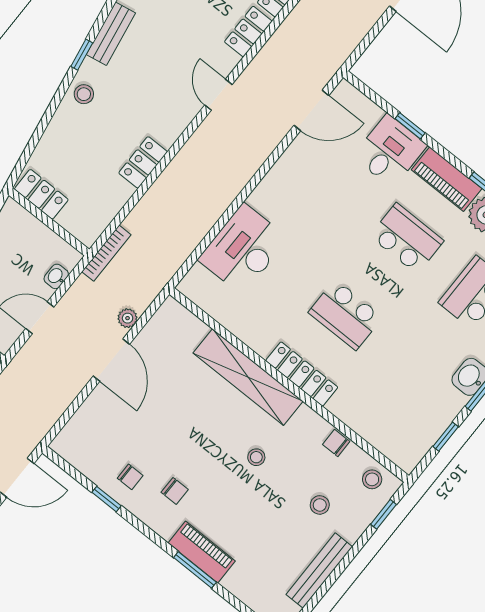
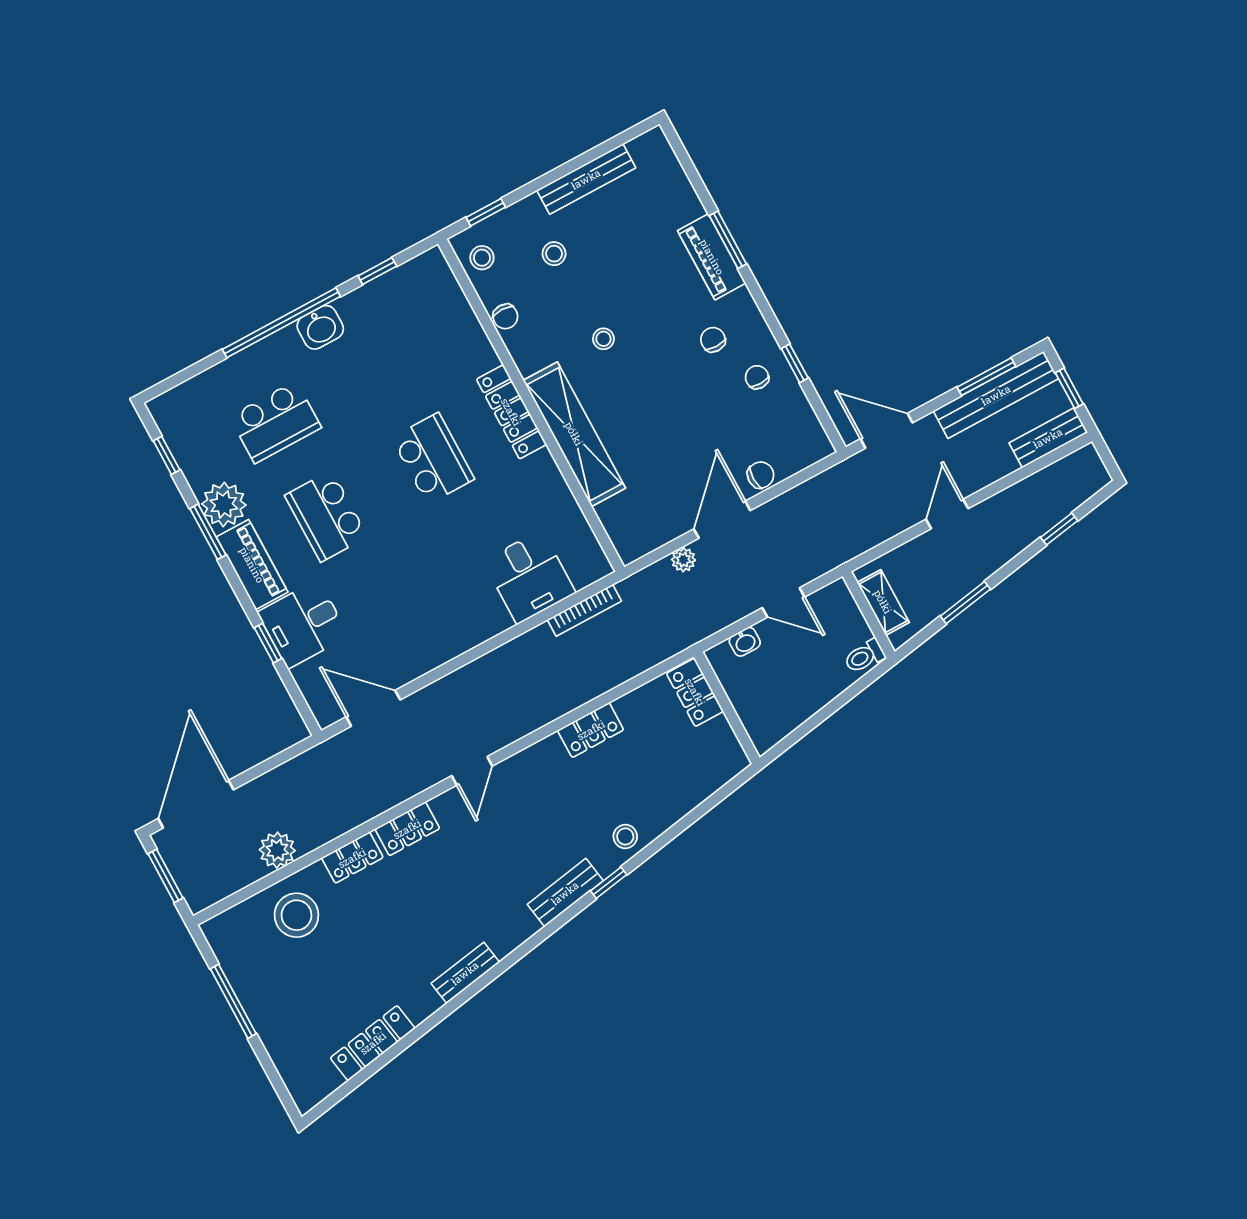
locker: (41, 194) -> (695, 692), moved
desk: (243, 249) -> (529, 577), width x0.73
bookcase: (106, 253) -> (584, 610), moved, turned 180
chair: (97, 405) -> (761, 475), added

